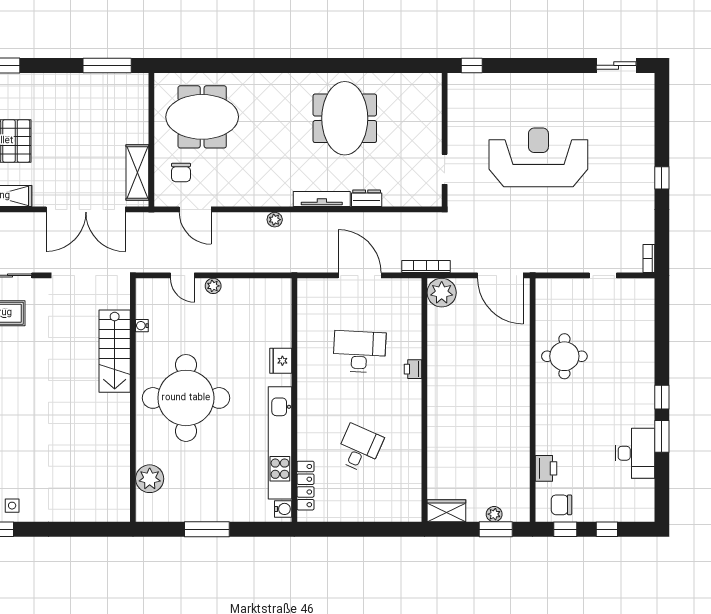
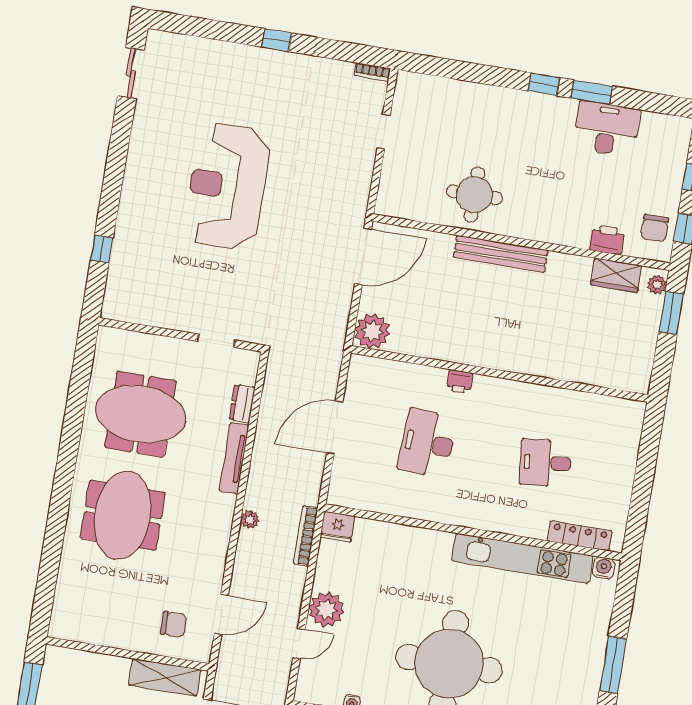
meeting table: (202, 117) -> (123, 515), moved
wall: (445, 140) -> (180, 335), moved
doorway: (445, 169) -> (216, 341), moved
bookcase: (426, 266) -> (306, 536), moved
plant: (213, 286) -> (326, 609), width x1.88, depth x1.88
fridge: (281, 361) -> (337, 527), moved
bench: (521, 385) -> (501, 254), added
desk: (359, 448) -> (545, 463), turned -30
wardrobe: (446, 511) -> (616, 275), moved, turned -90
plant: (494, 514) -> (657, 285), moved

